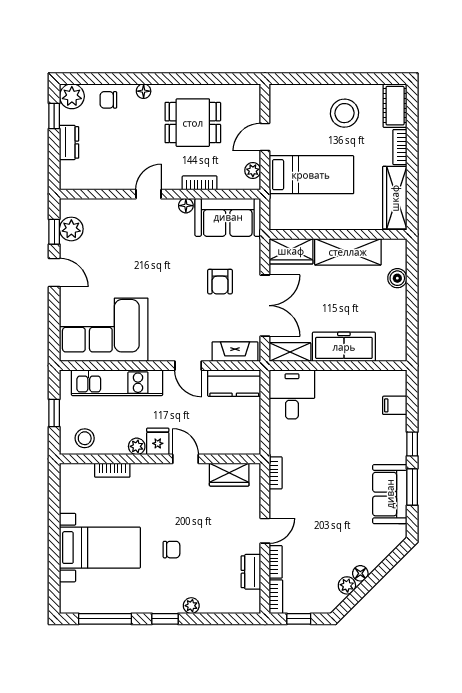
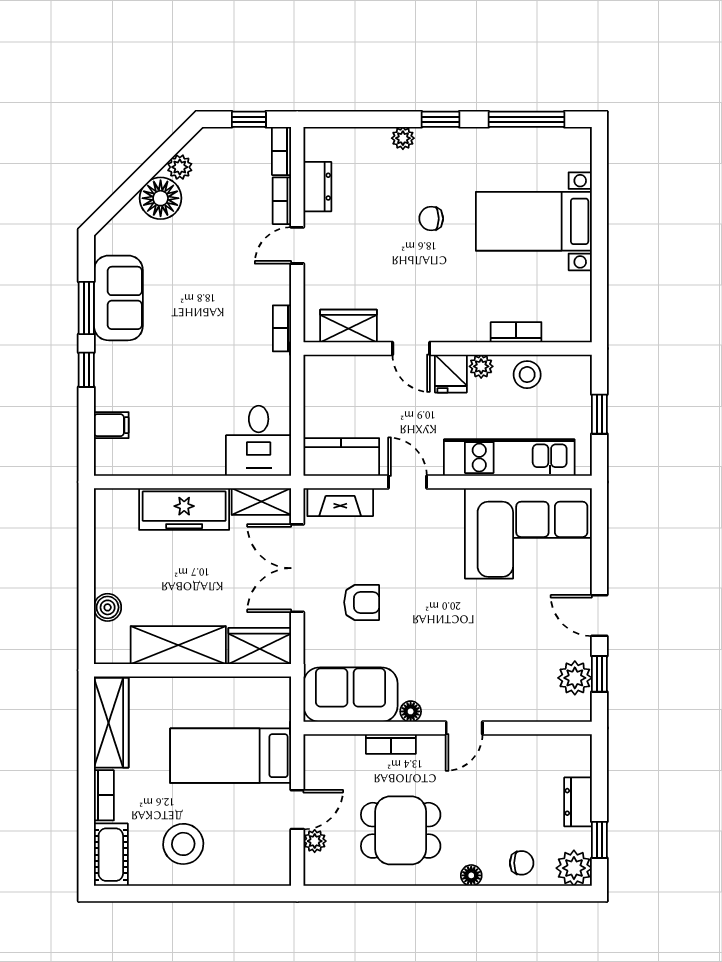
plant: (253, 170) -> (315, 841), moved
armchair: (220, 282) -> (362, 602), turned 90
stool: (85, 438) -> (527, 375), moved
floor lamp: (360, 573) -> (161, 198), width x1.89, depth x1.89

